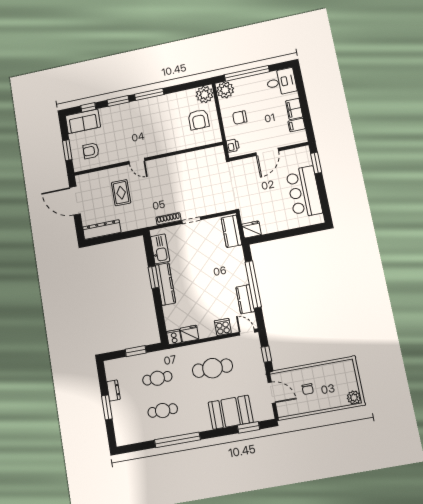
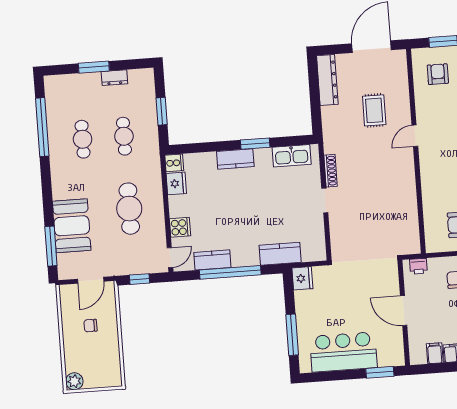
rug: (121, 193) -> (374, 110), turned 90
kitchen counter: (231, 231) -> (280, 254), moved
window: (296, 232) -> (292, 335), added
kitchen counter: (165, 284) -> (235, 159), width x0.67
window: (248, 427) -> (51, 246), width x1.44
window: (177, 440) -> (42, 127), moved

